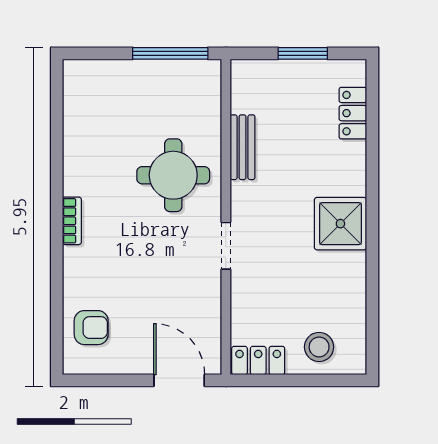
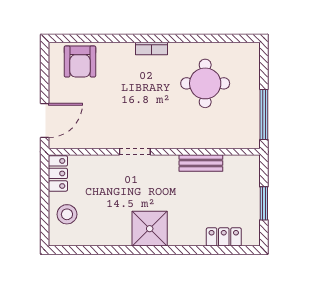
round table: (173, 175) -> (205, 83), moved
armchair: (91, 328) -> (80, 61), width x1.38, depth x1.38

